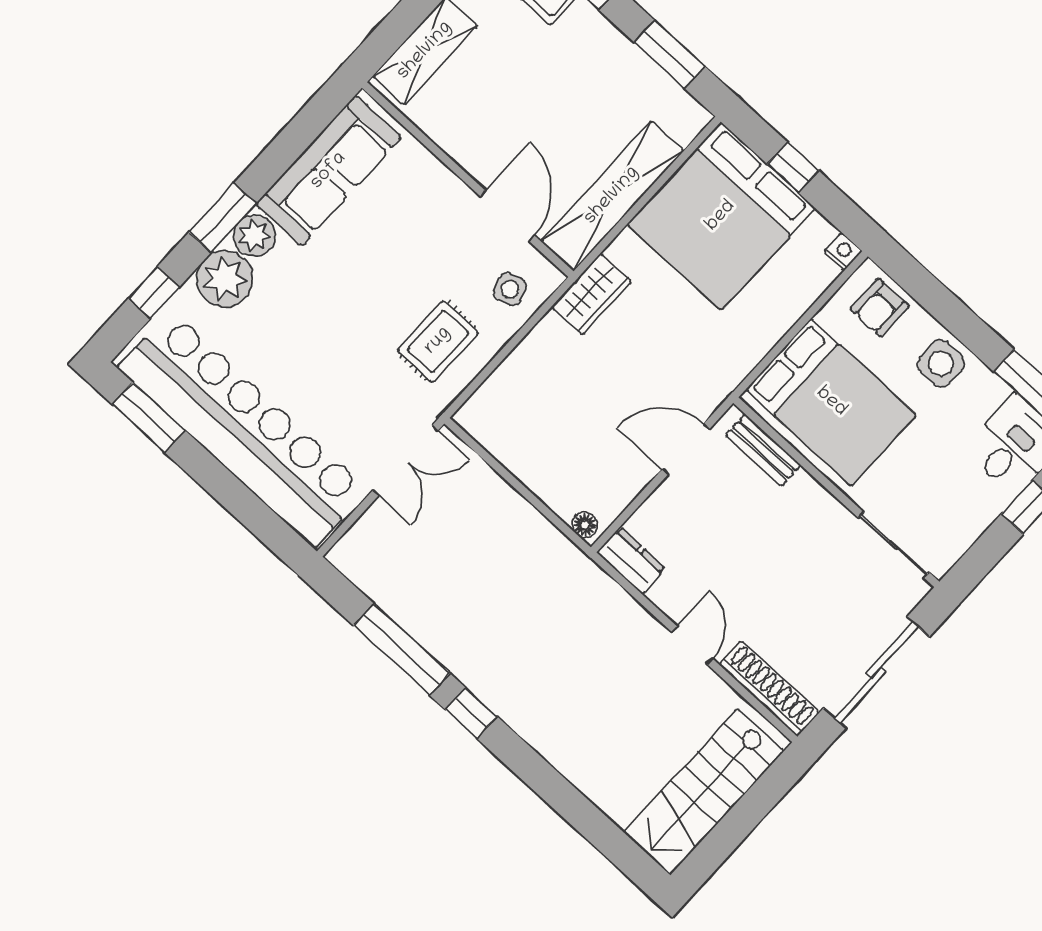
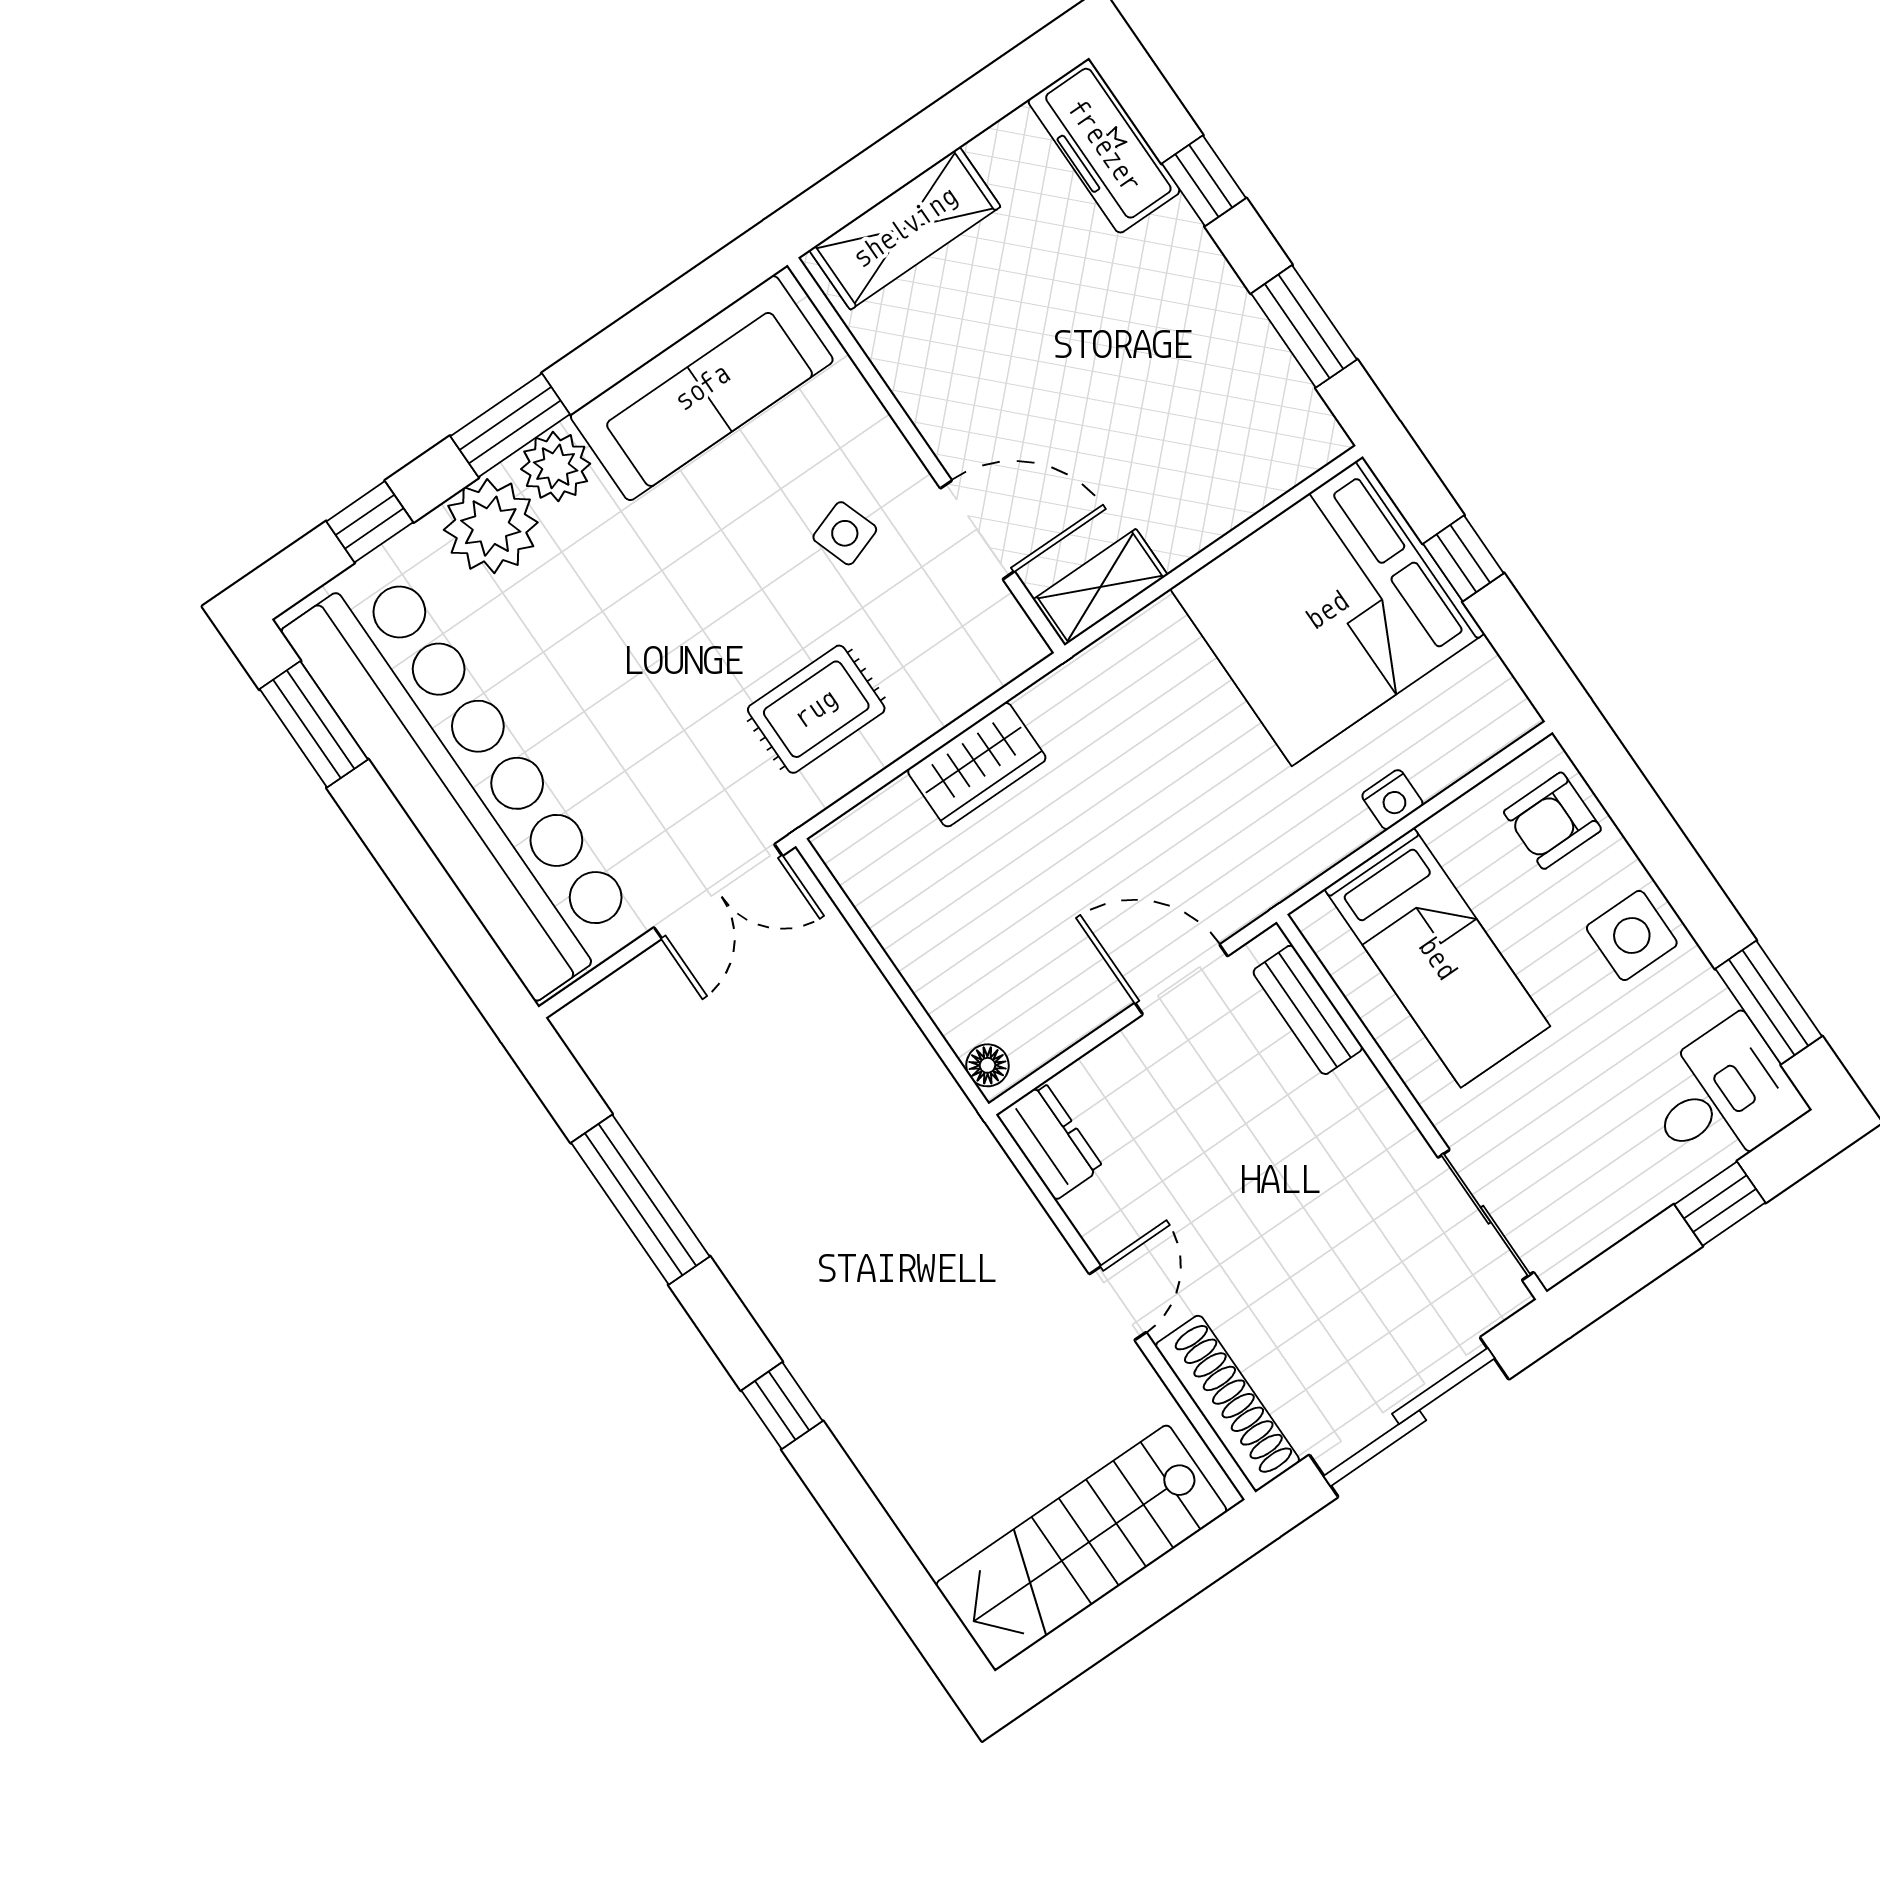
shelving: (612, 196) -> (1100, 587), width x0.45, depth x0.75
door: (507, 216) -> (977, 530), hinge flipped
nightstand: (843, 251) -> (1392, 800), moved, turned 90
side table: (510, 289) -> (845, 533), moved
wardrobe: (591, 294) -> (977, 765), moved
bed: (831, 402) -> (1437, 958), width x0.67
window: (471, 713) -> (782, 1406), moved

